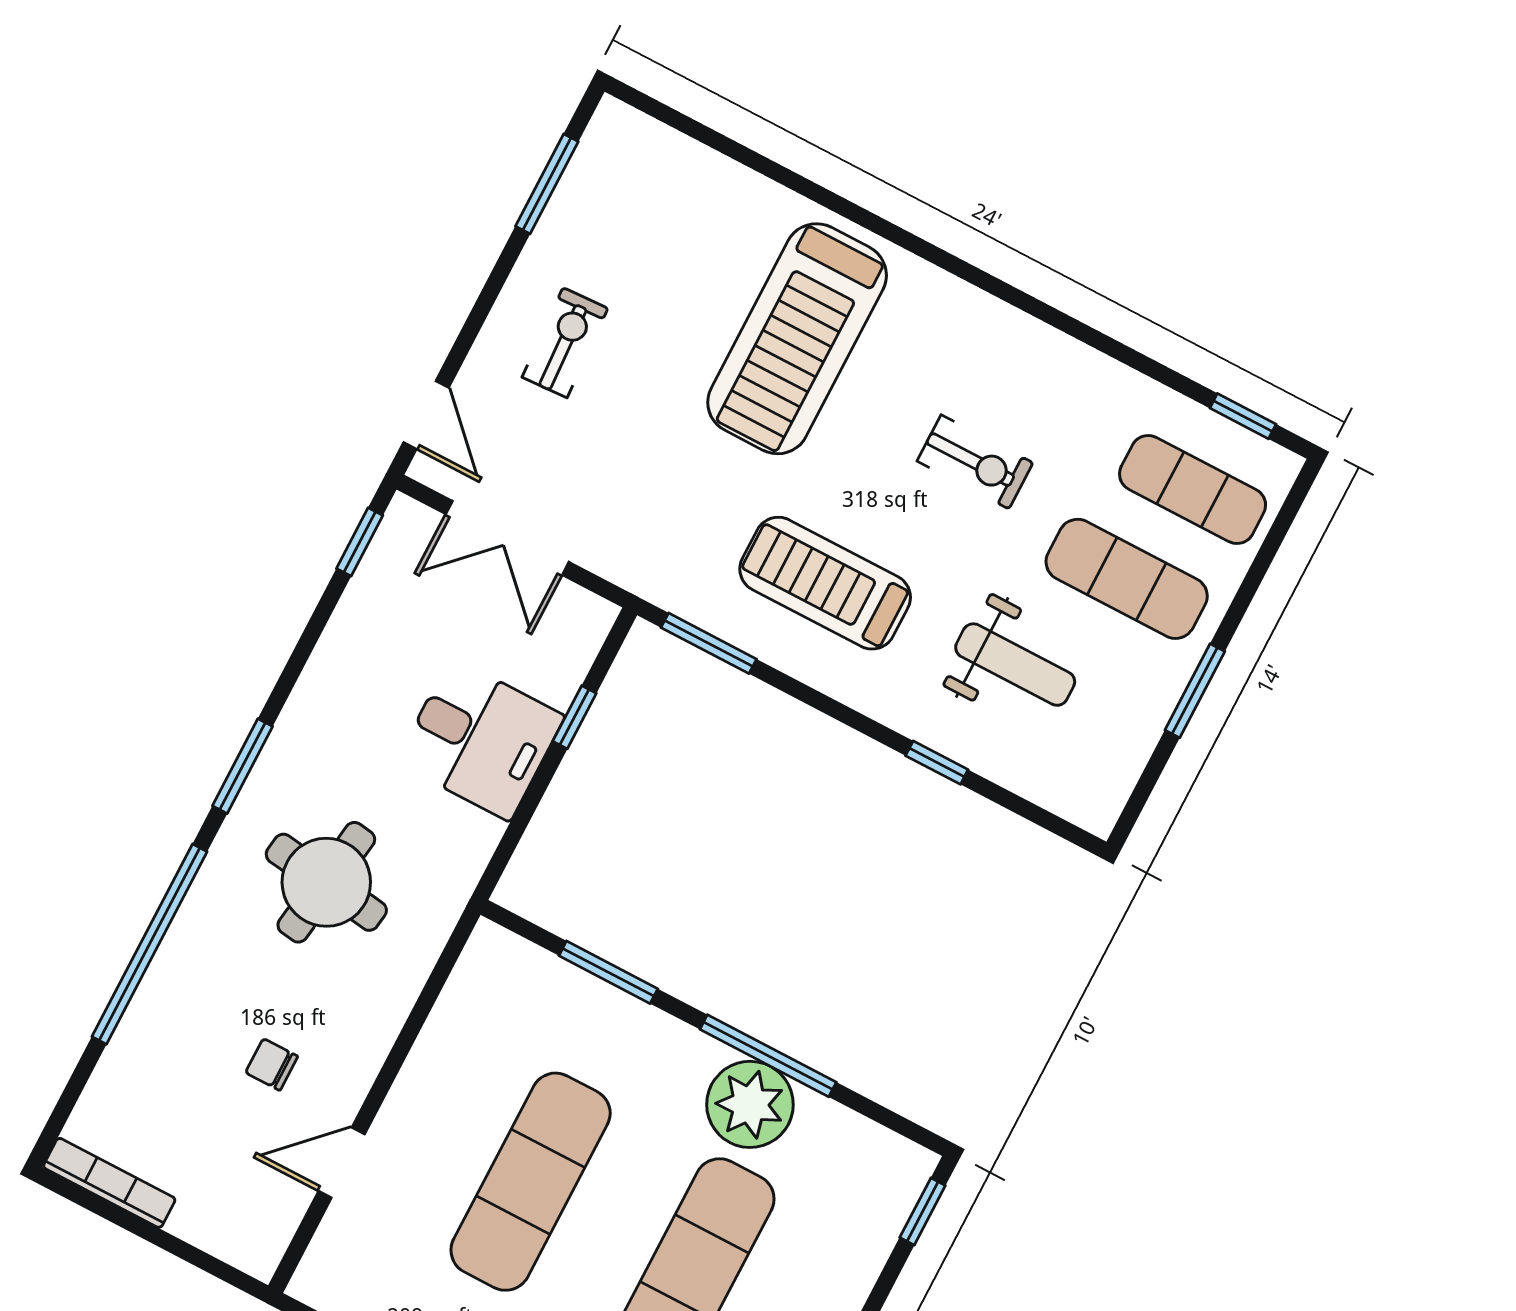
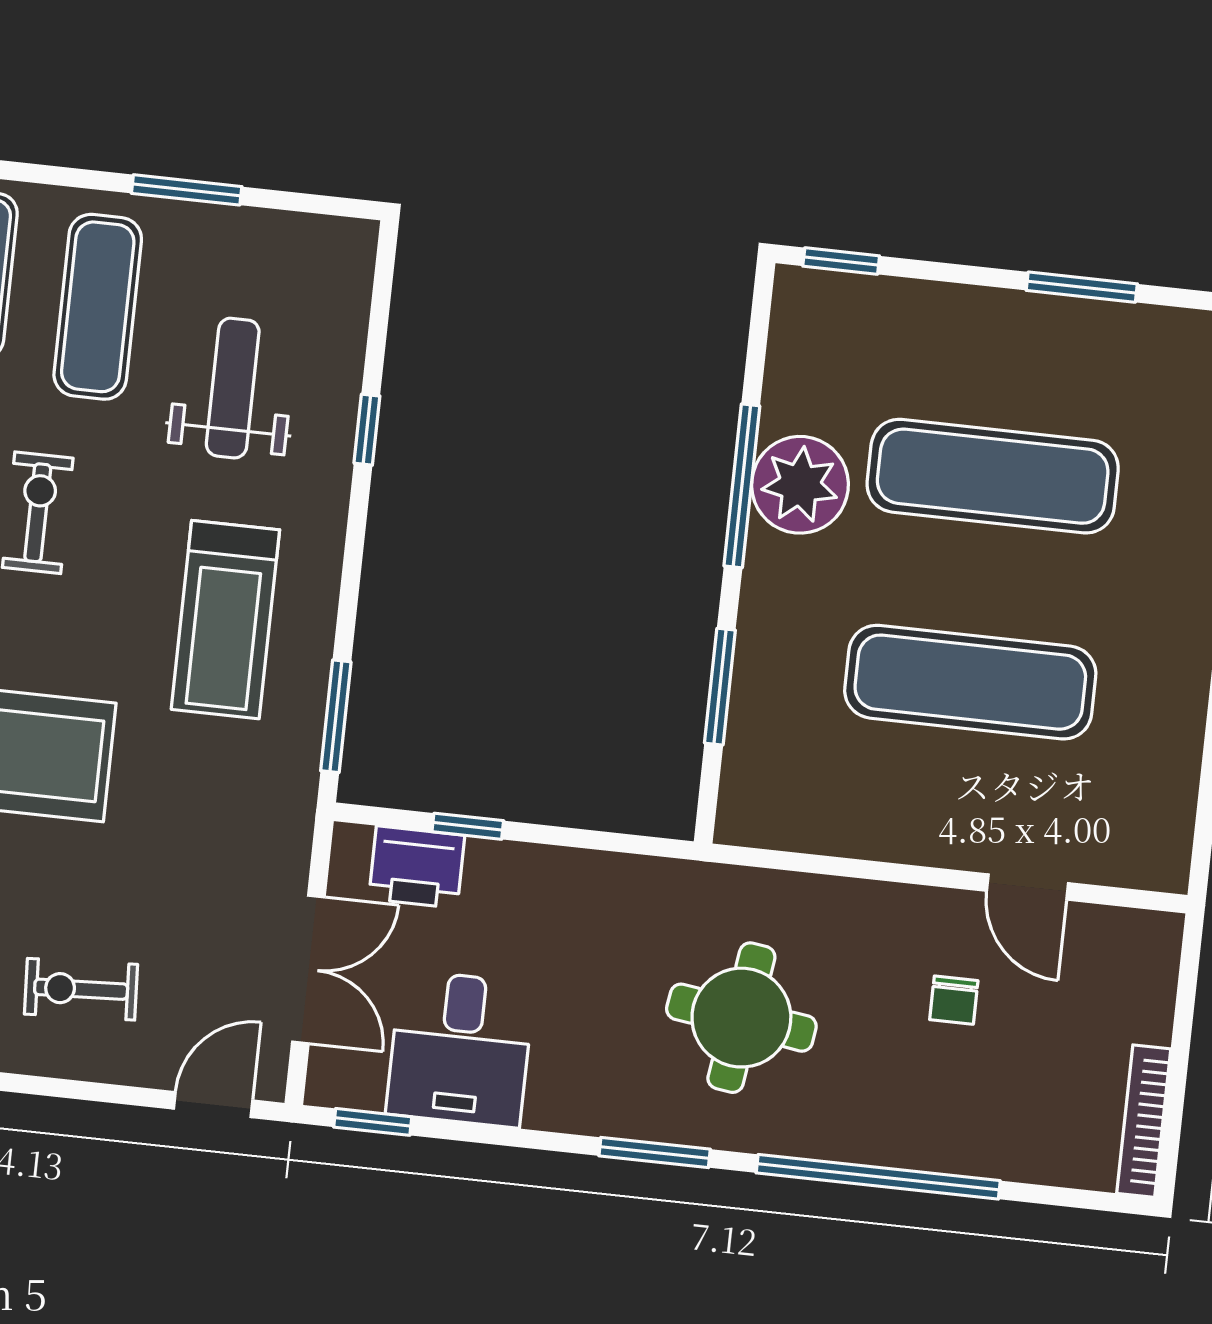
printer: (557, 661) -> (417, 867), added
desk: (480, 739) -> (460, 1049), moved, turned 180

